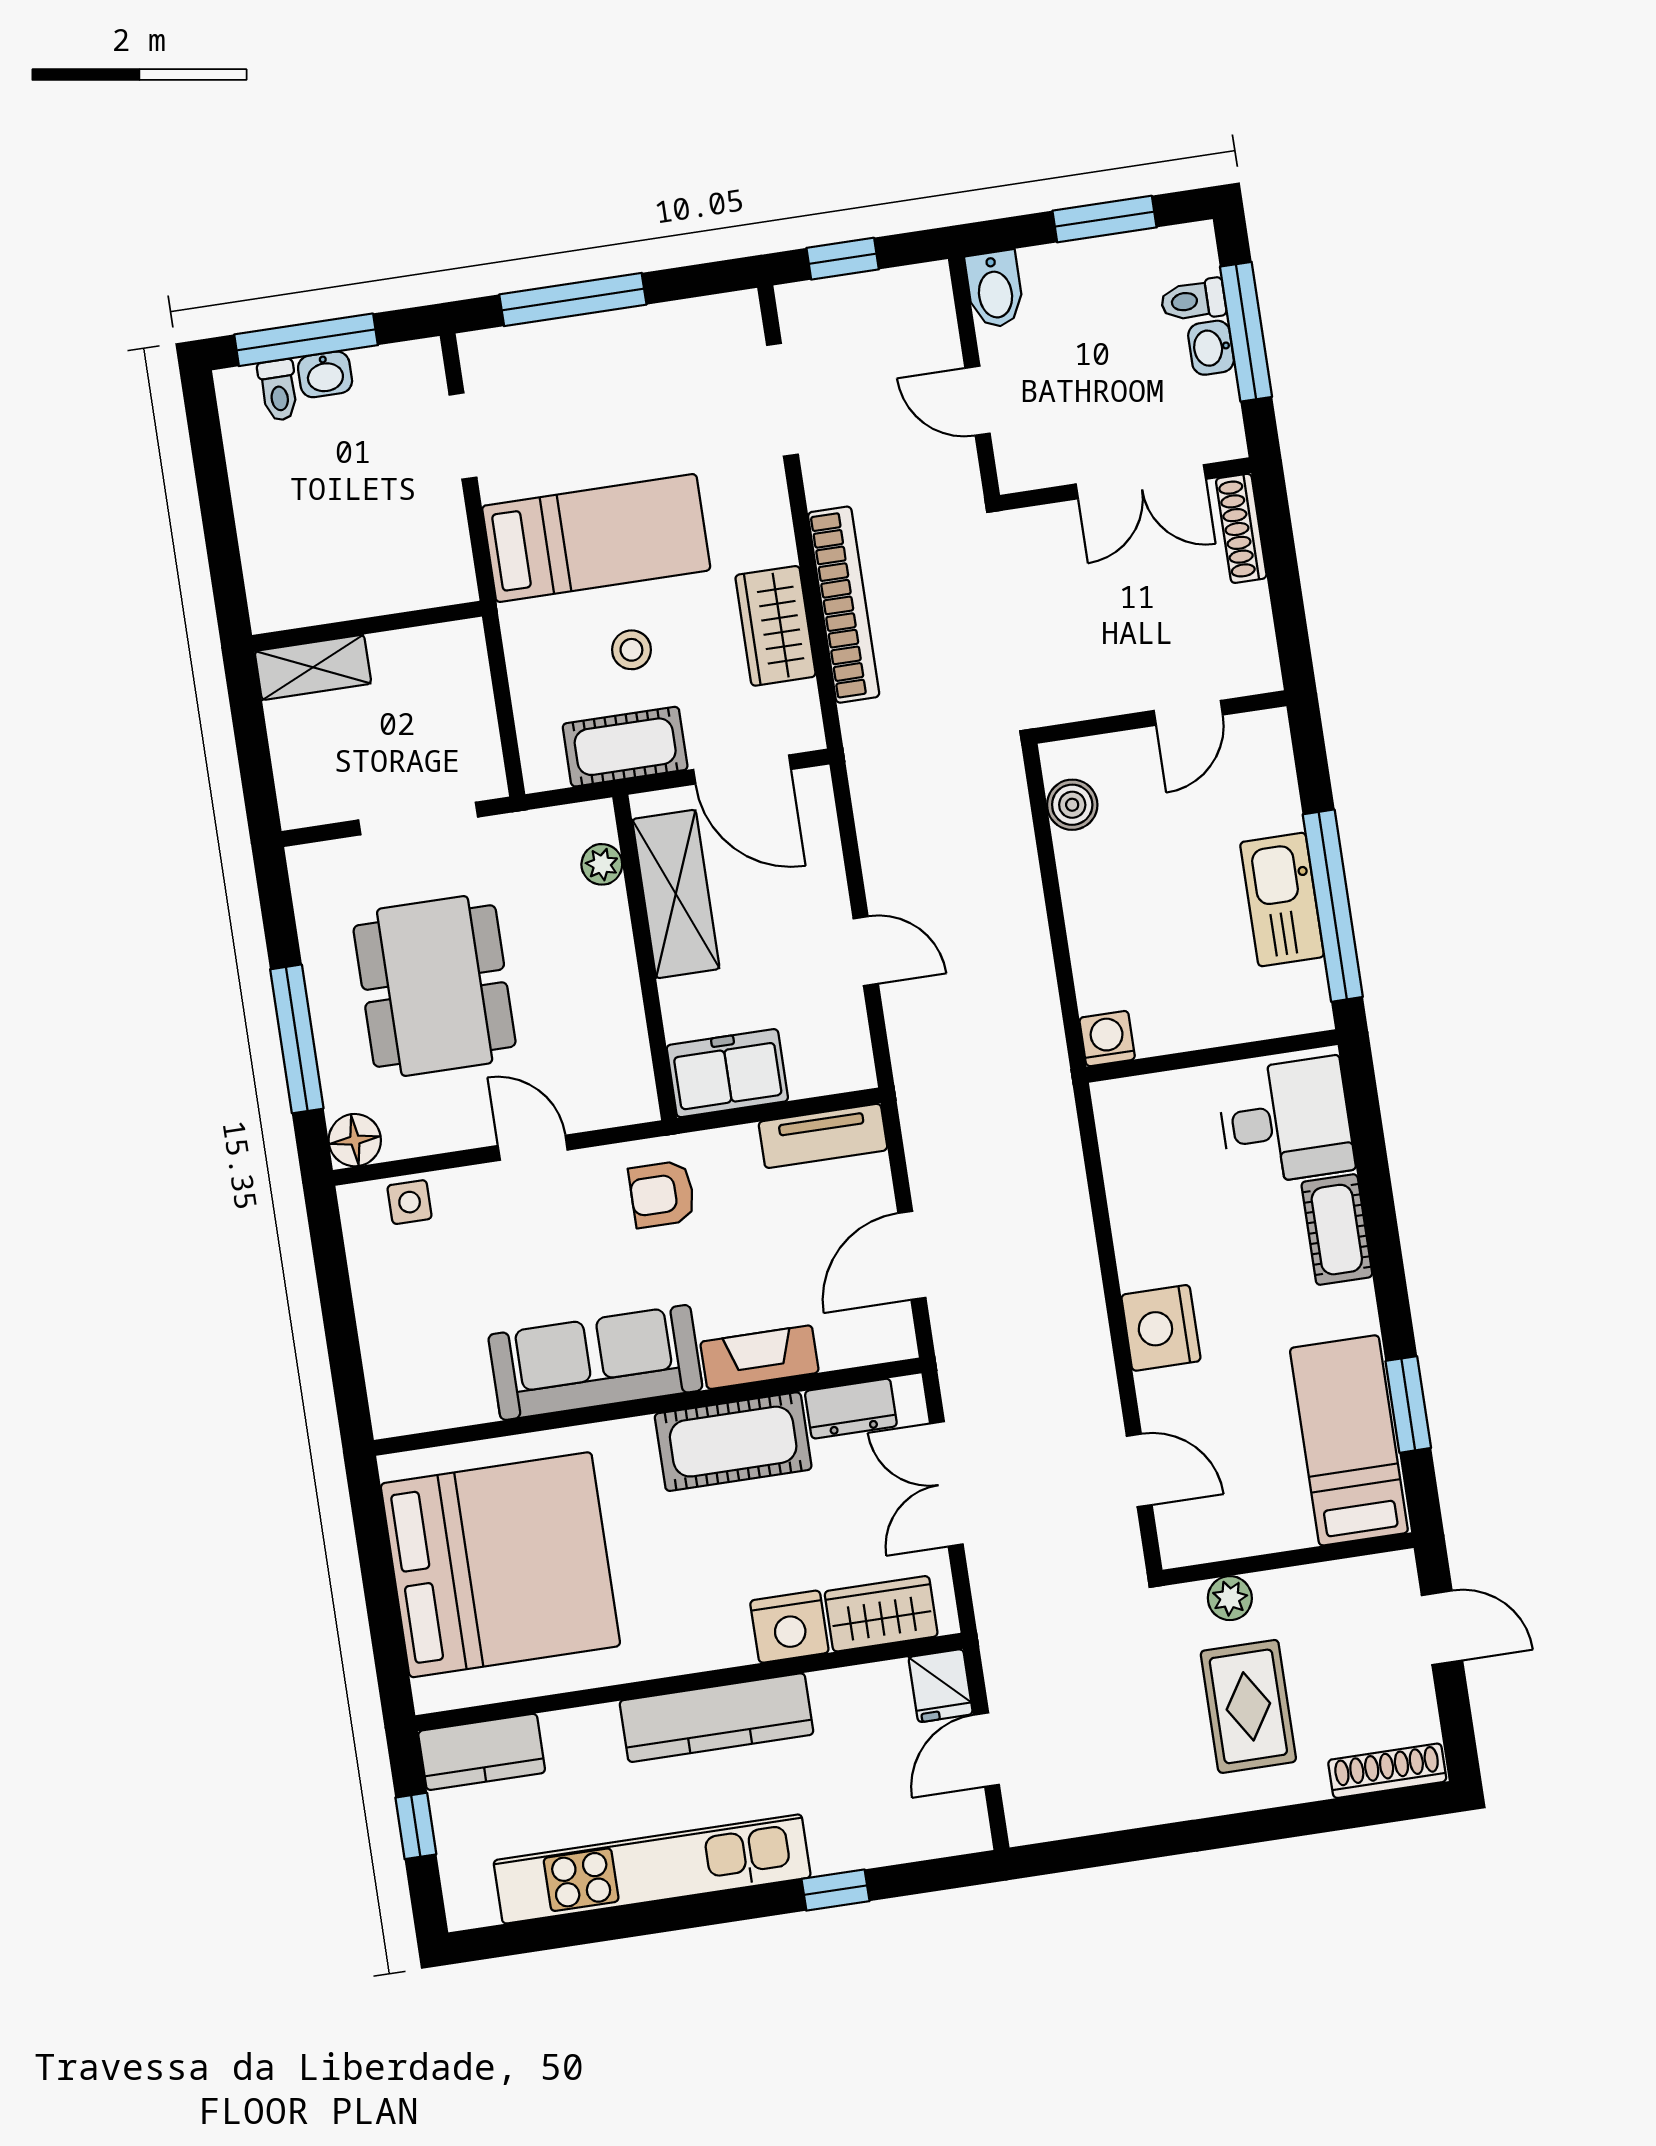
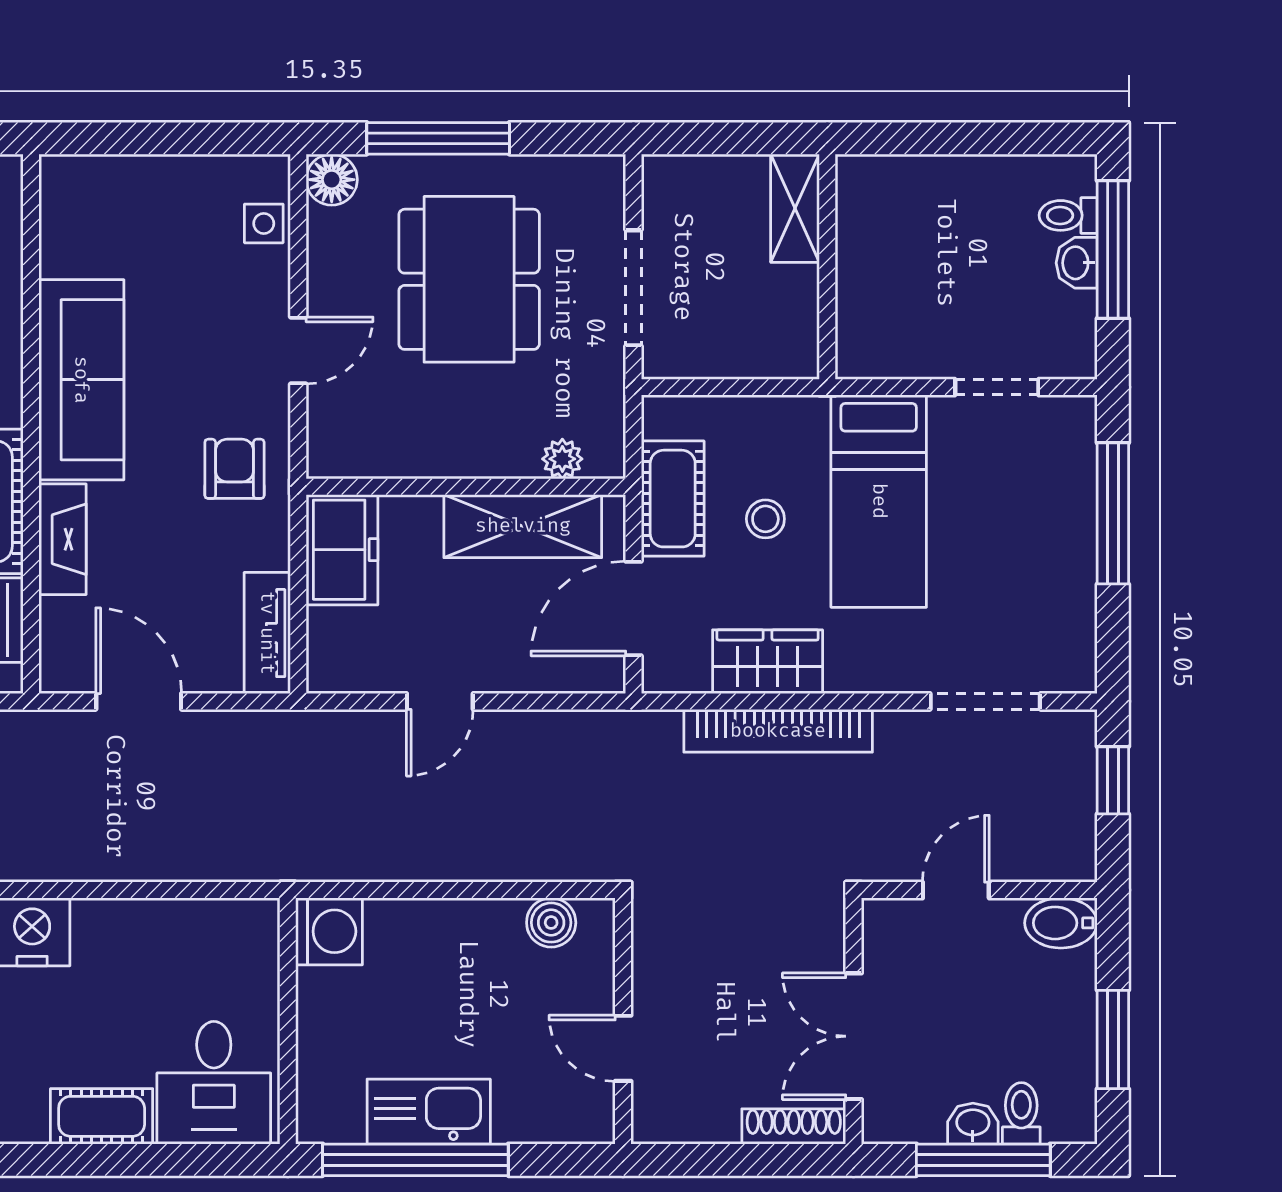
dining table: (435, 986) -> (469, 279), turned 90
washing machine: (1107, 1039) -> (329, 931), width x1.38, depth x1.38

